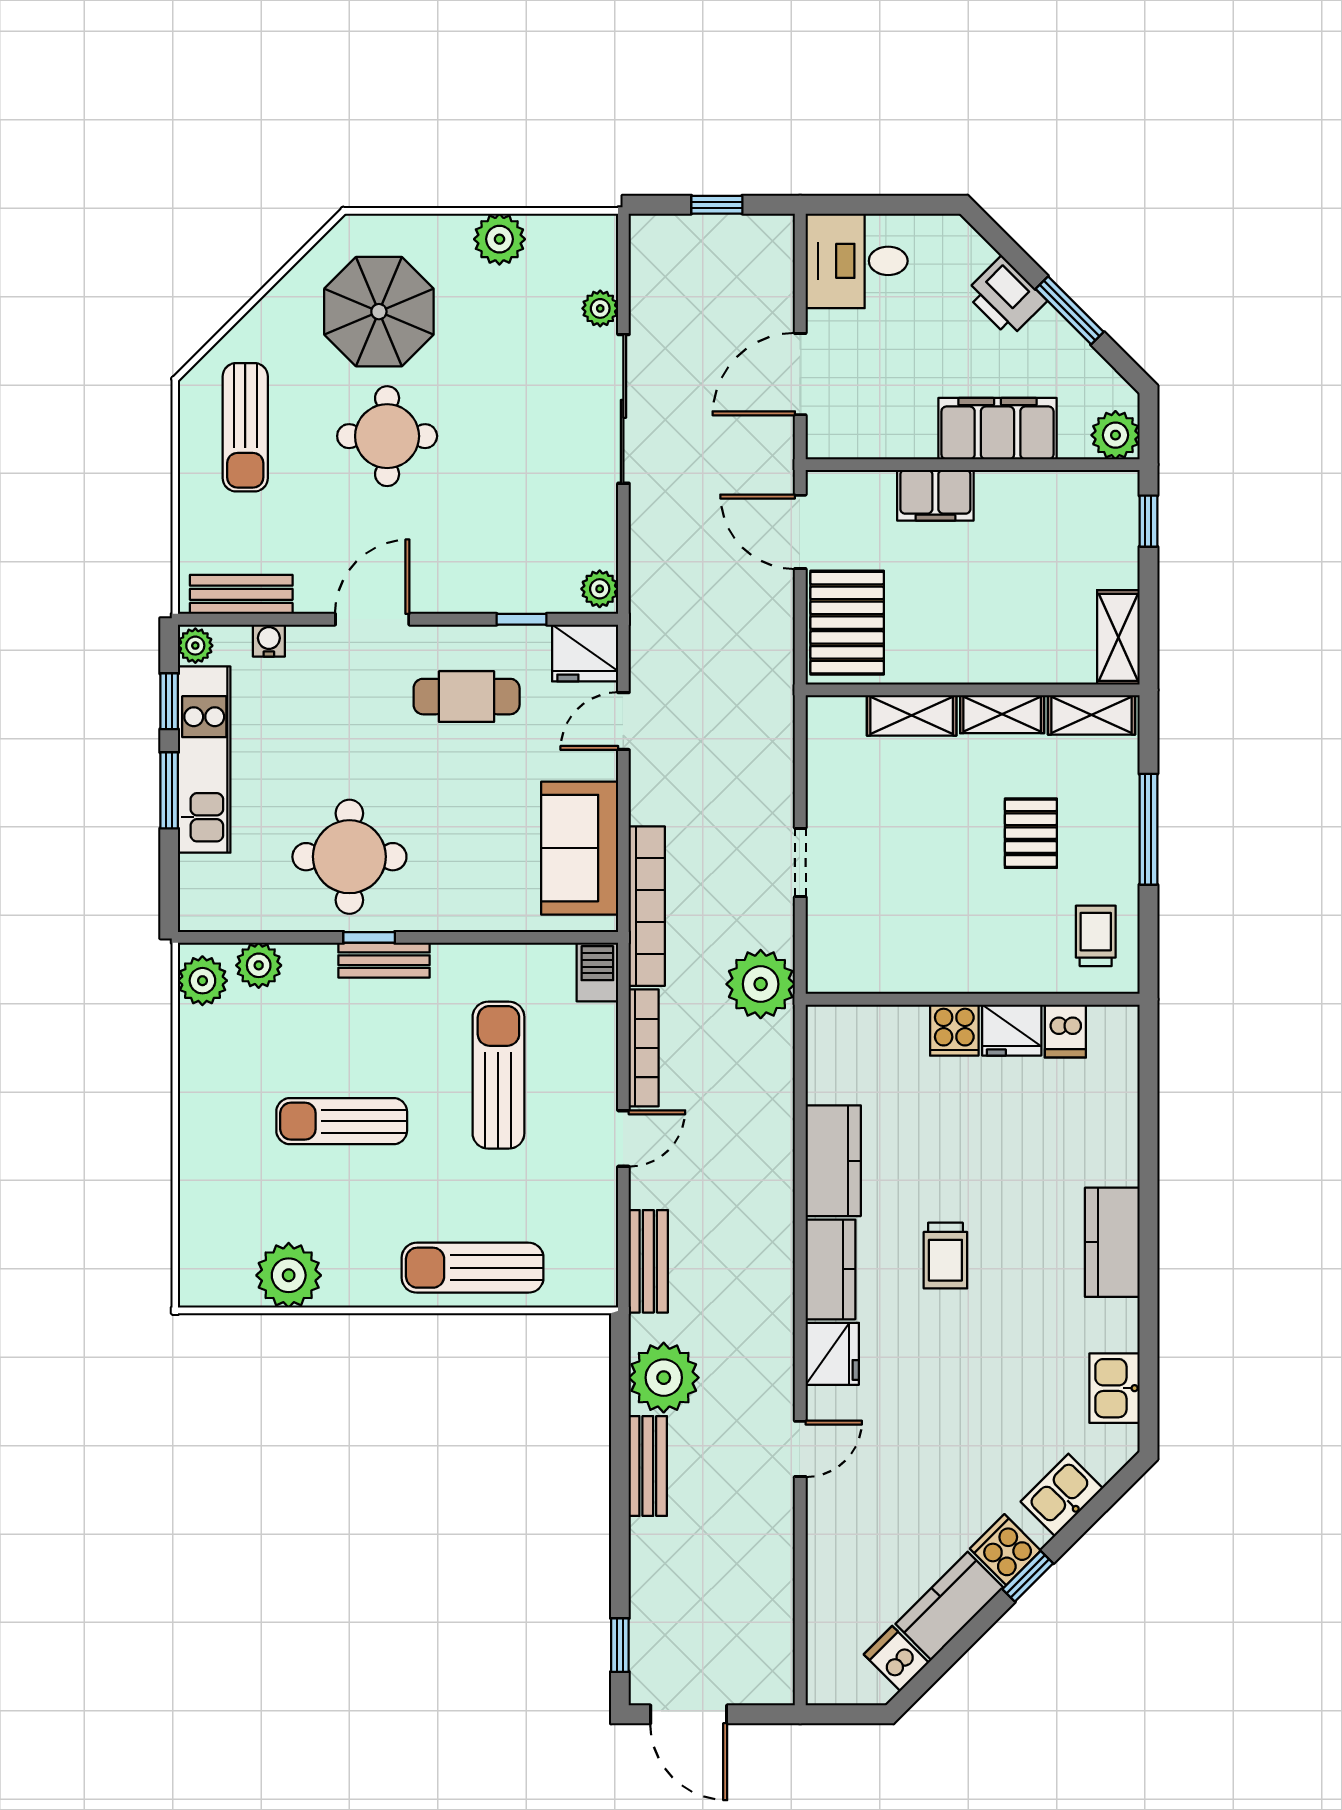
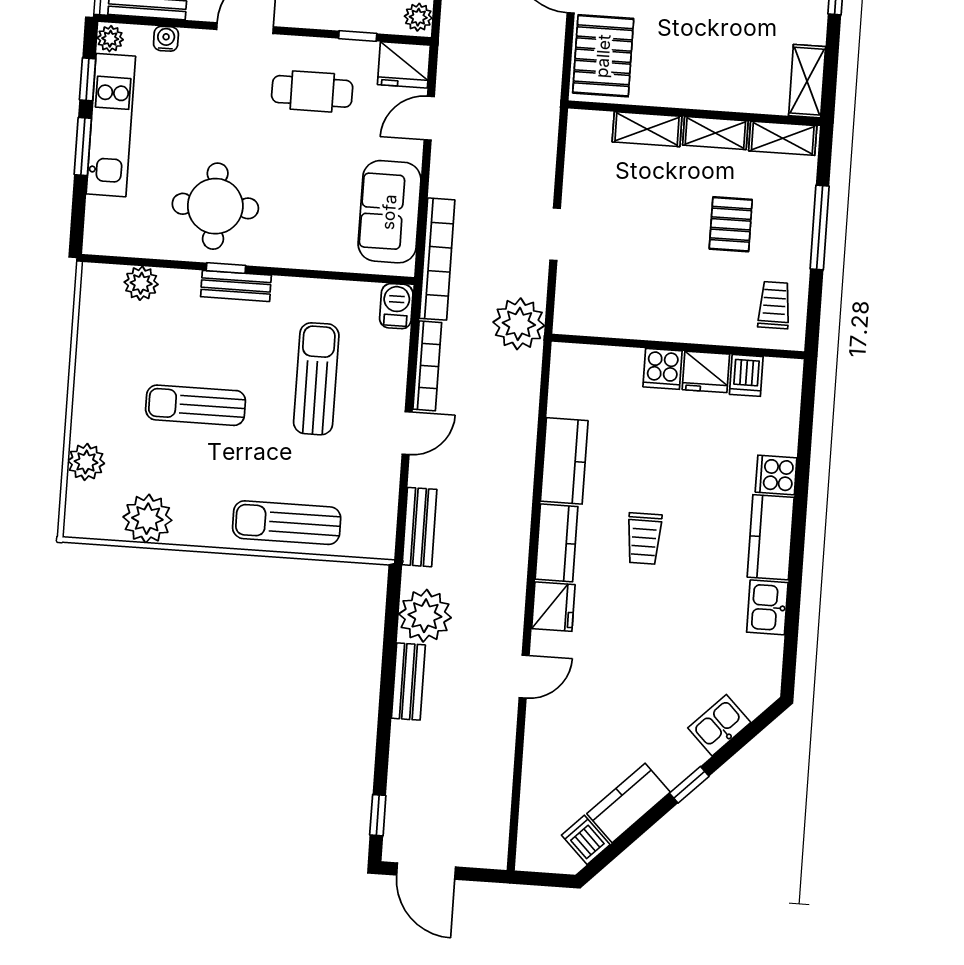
plant: (202, 981) -> (86, 462), moved
kitchen sink: (1114, 1388) -> (767, 607), moved
cooker: (1005, 1550) -> (776, 475), moved, turned -45

